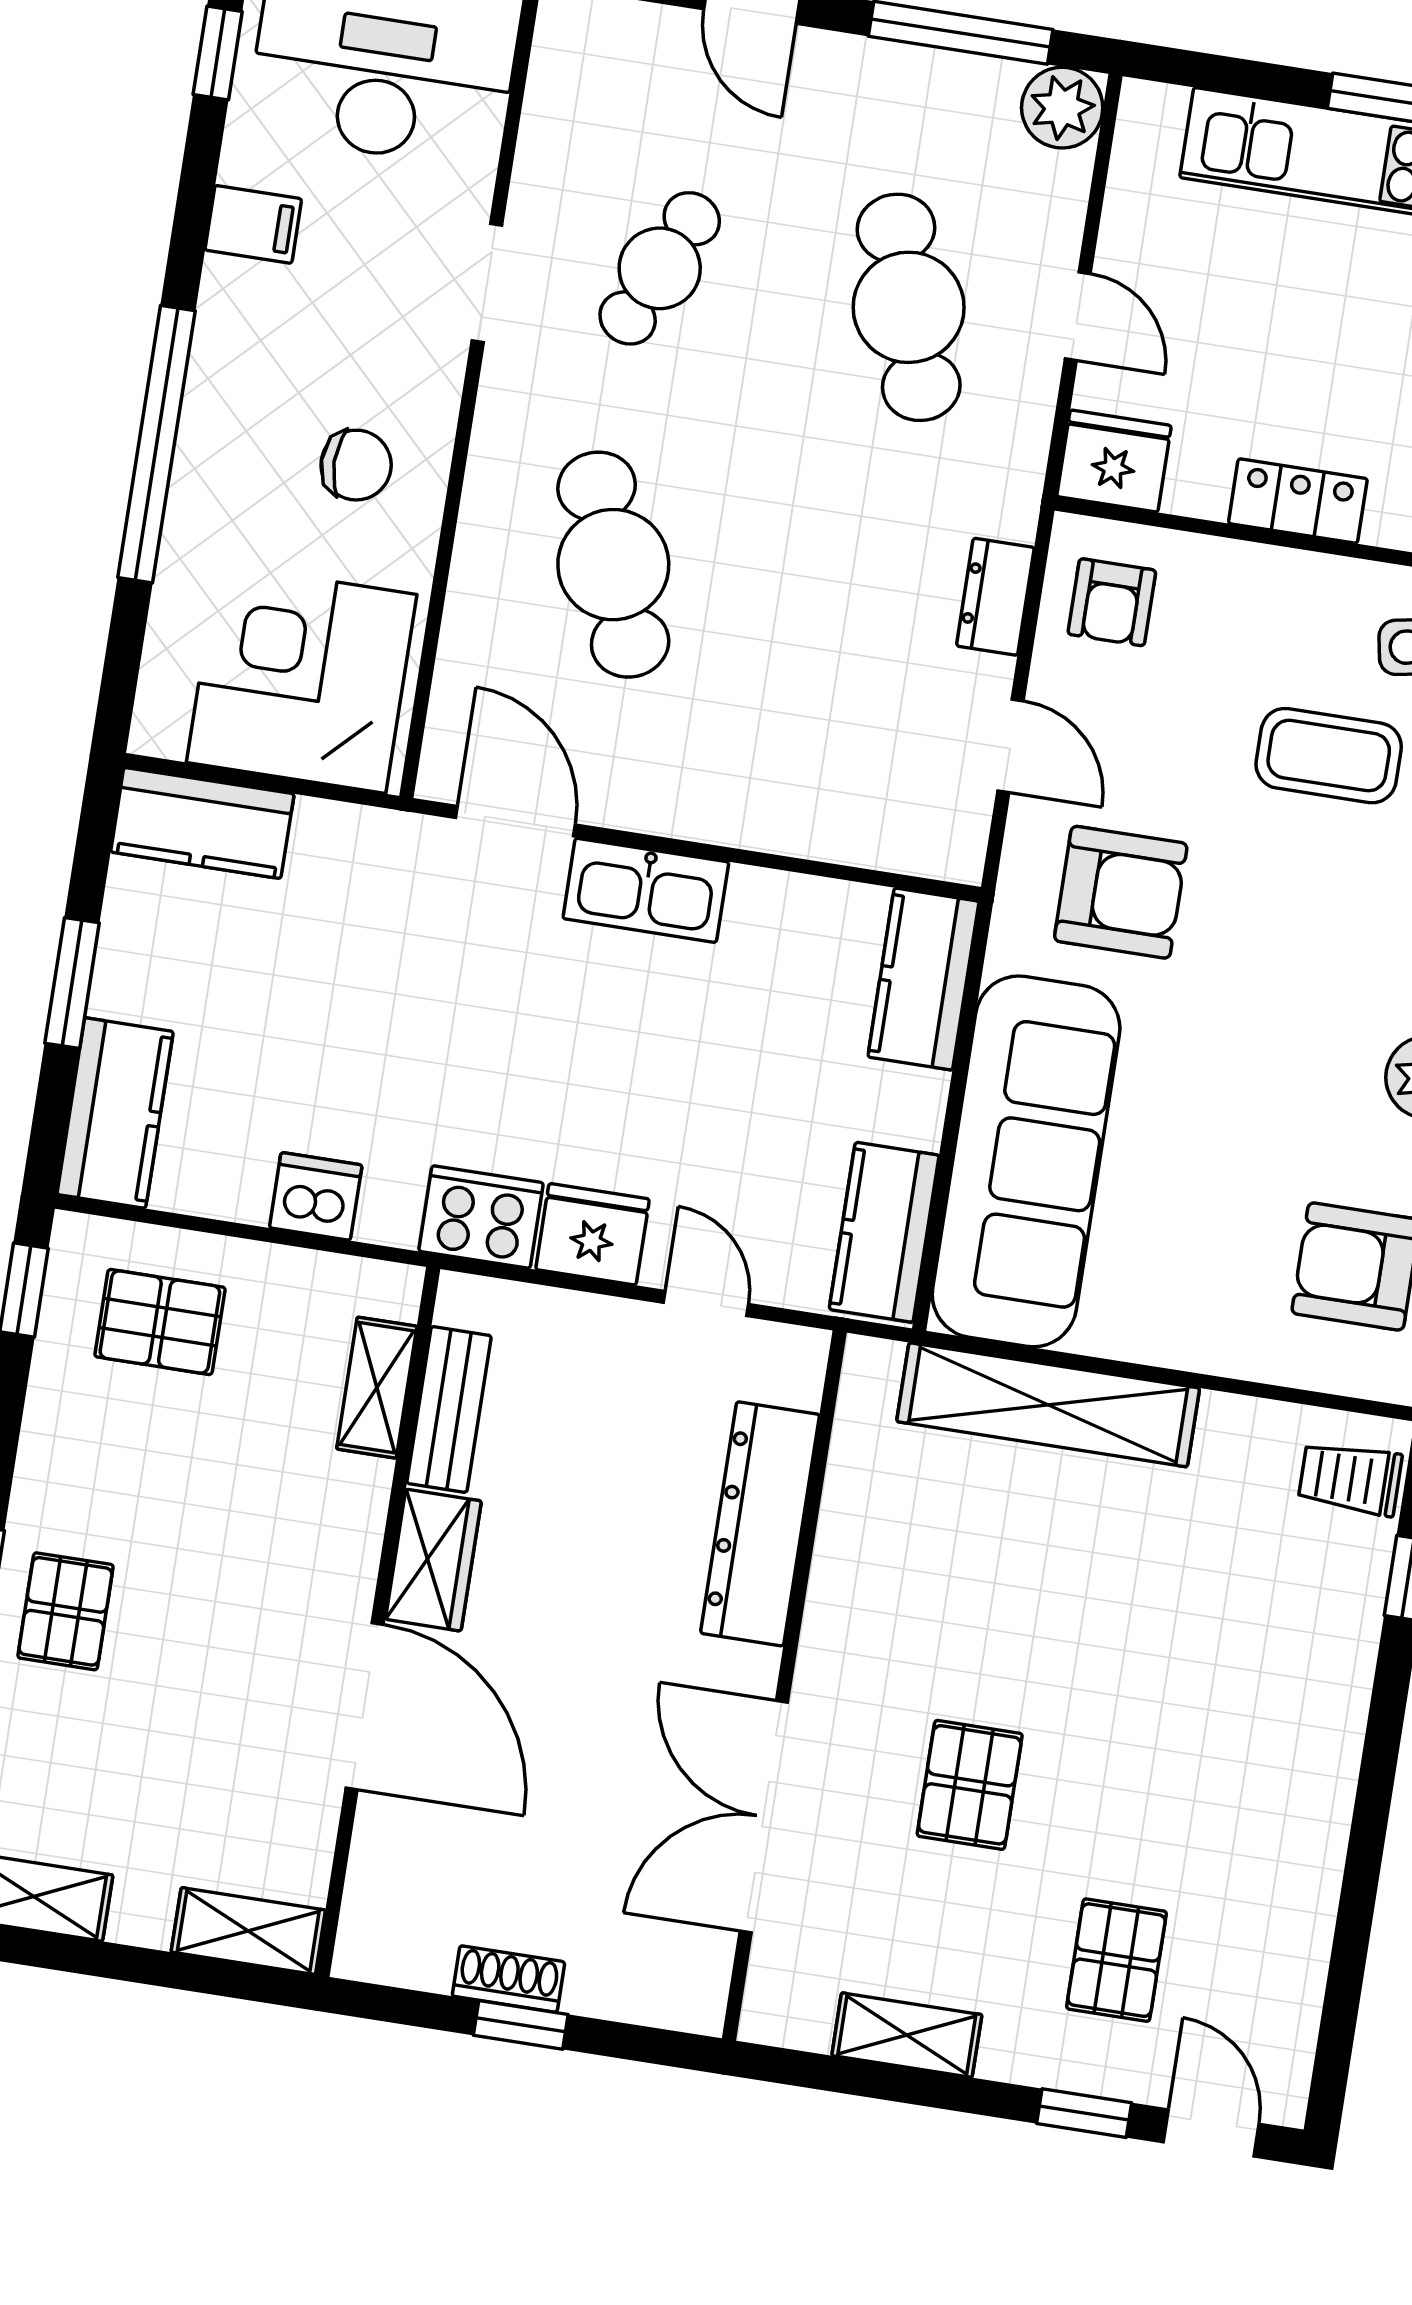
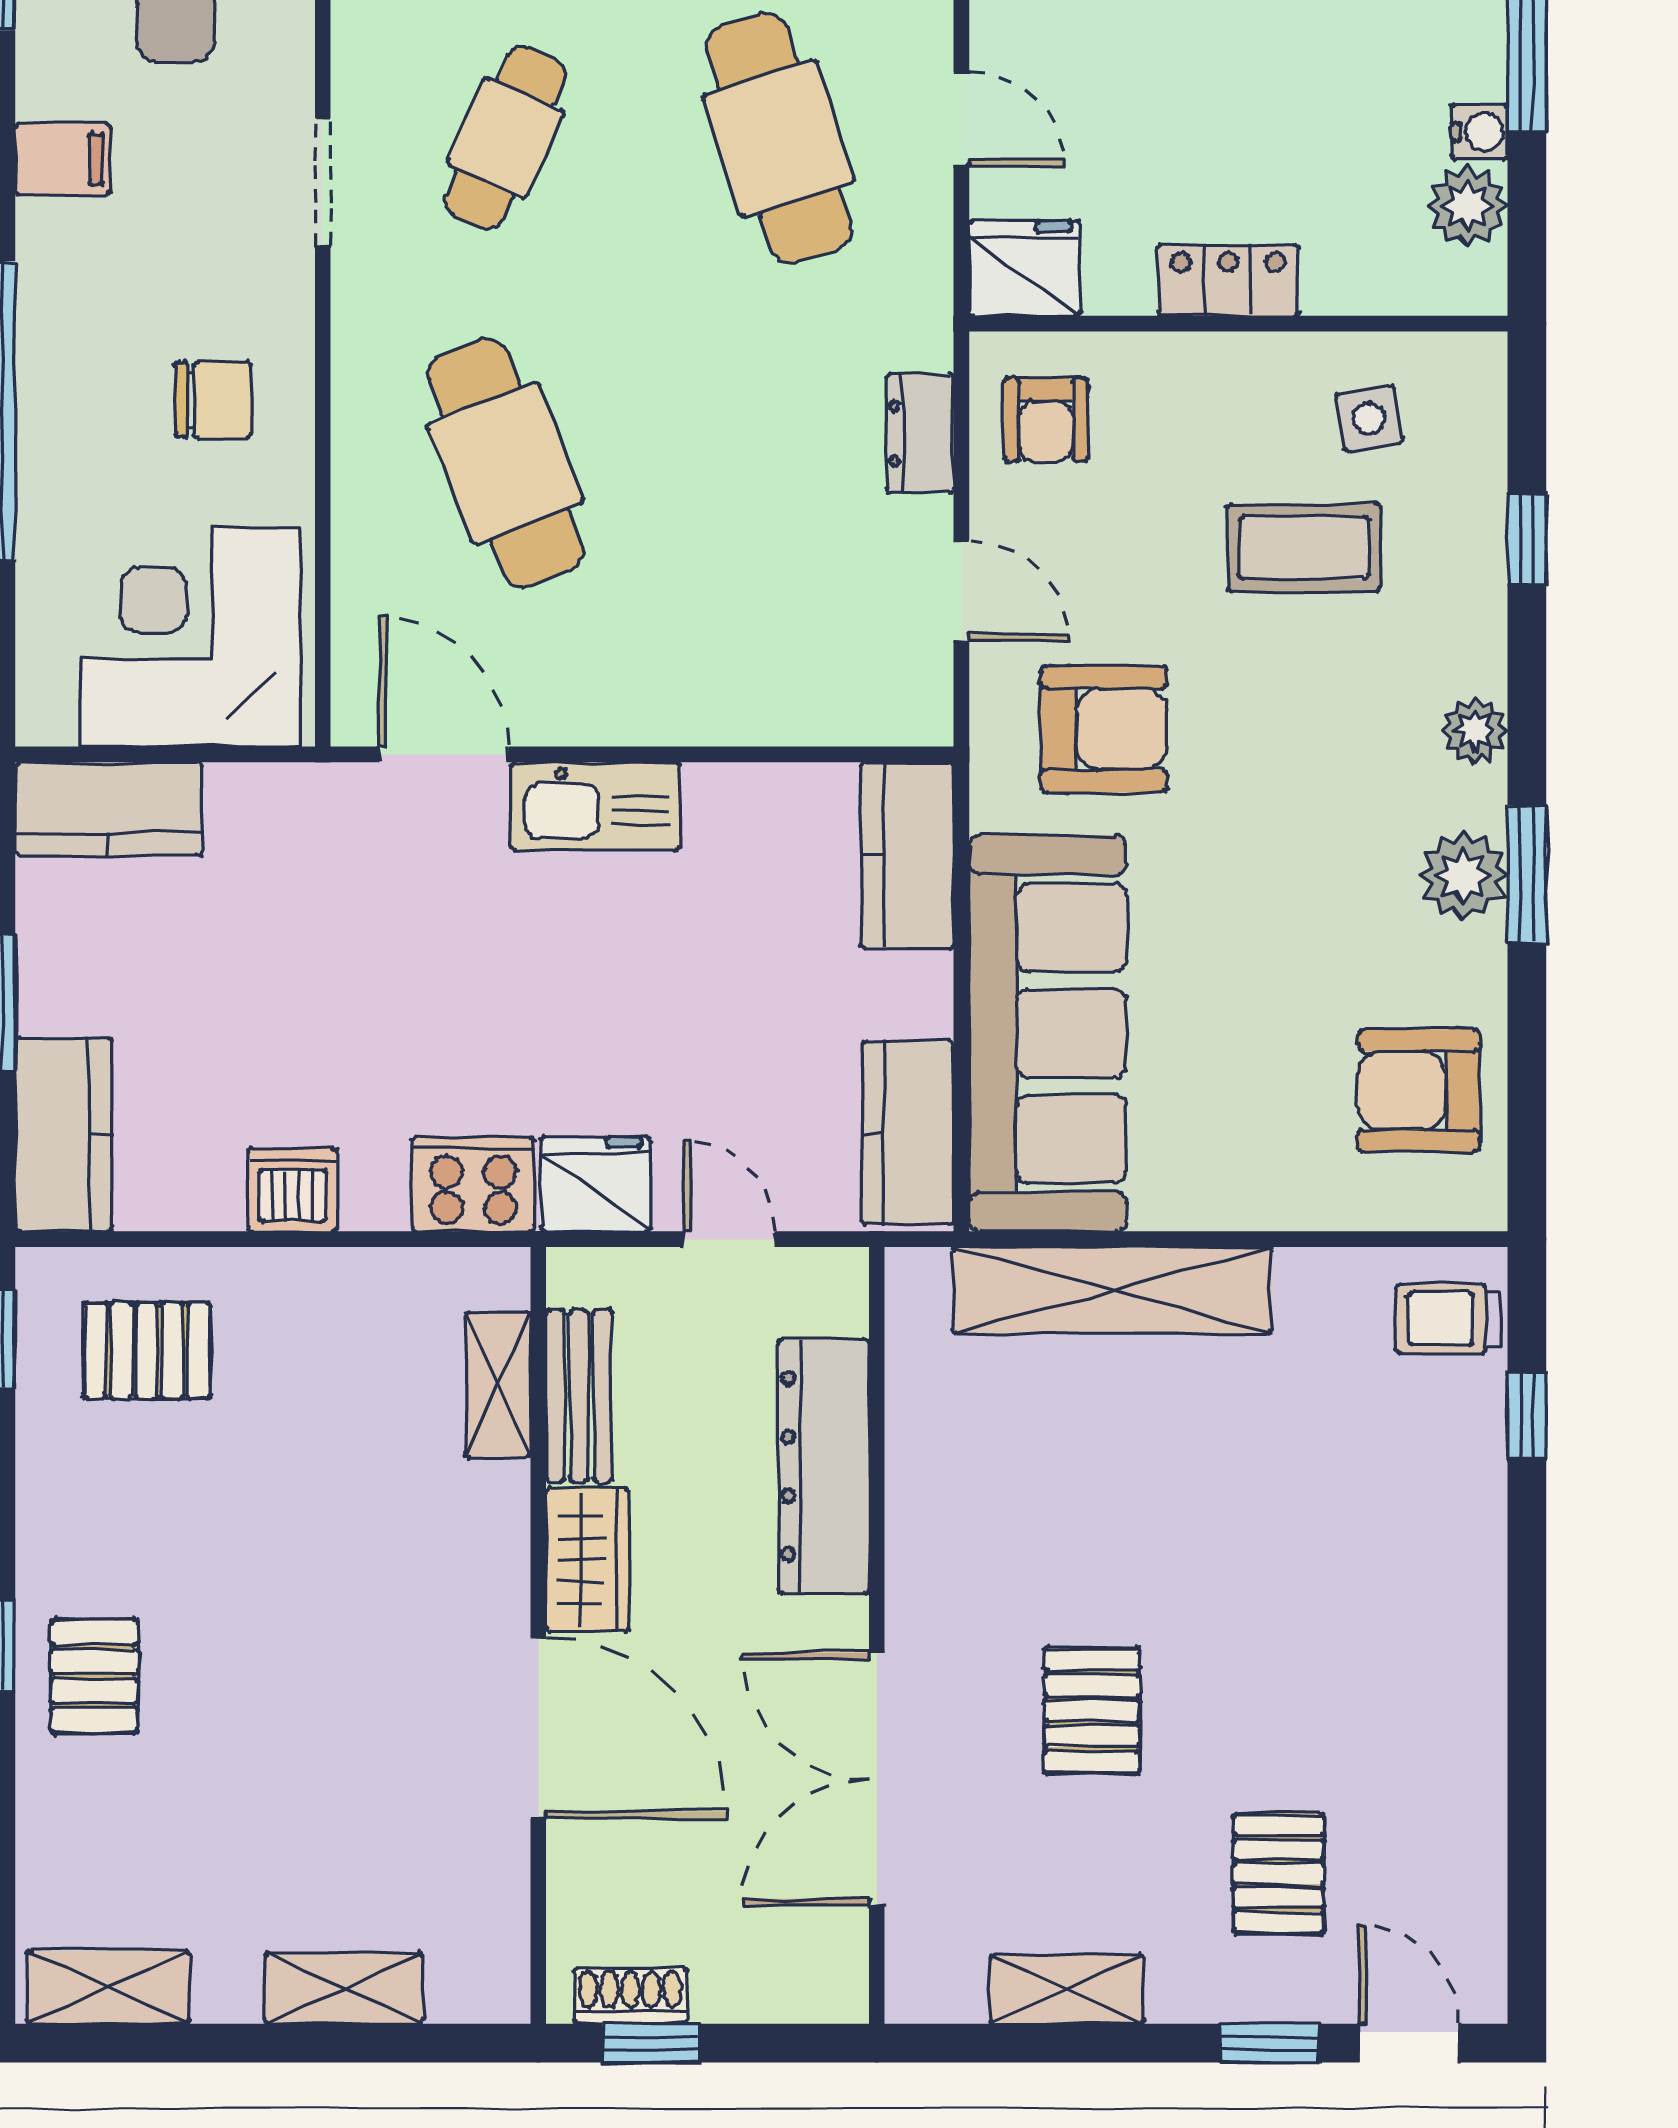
shelving: (377, 1388) -> (498, 1385), moved
bench: (449, 1409) -> (579, 1396), moved
wardrobe: (433, 1560) -> (587, 1560), moved
wall: (378, 1622) -> (538, 1635), moved
door: (365, 1706) -> (538, 1728), moved

